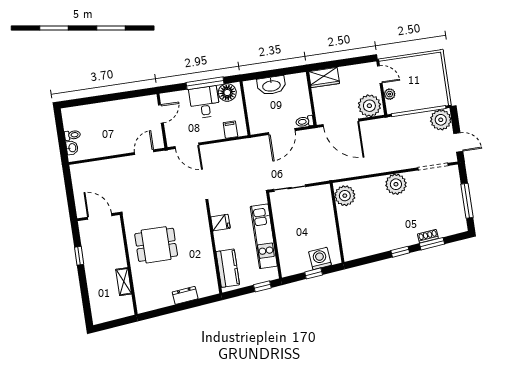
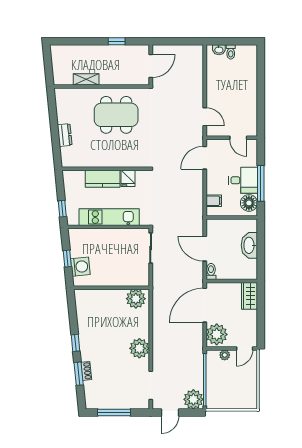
dining table: (156, 245) -> (116, 115), width x1.38
kitchen counter: (228, 268) -> (103, 179), moved

